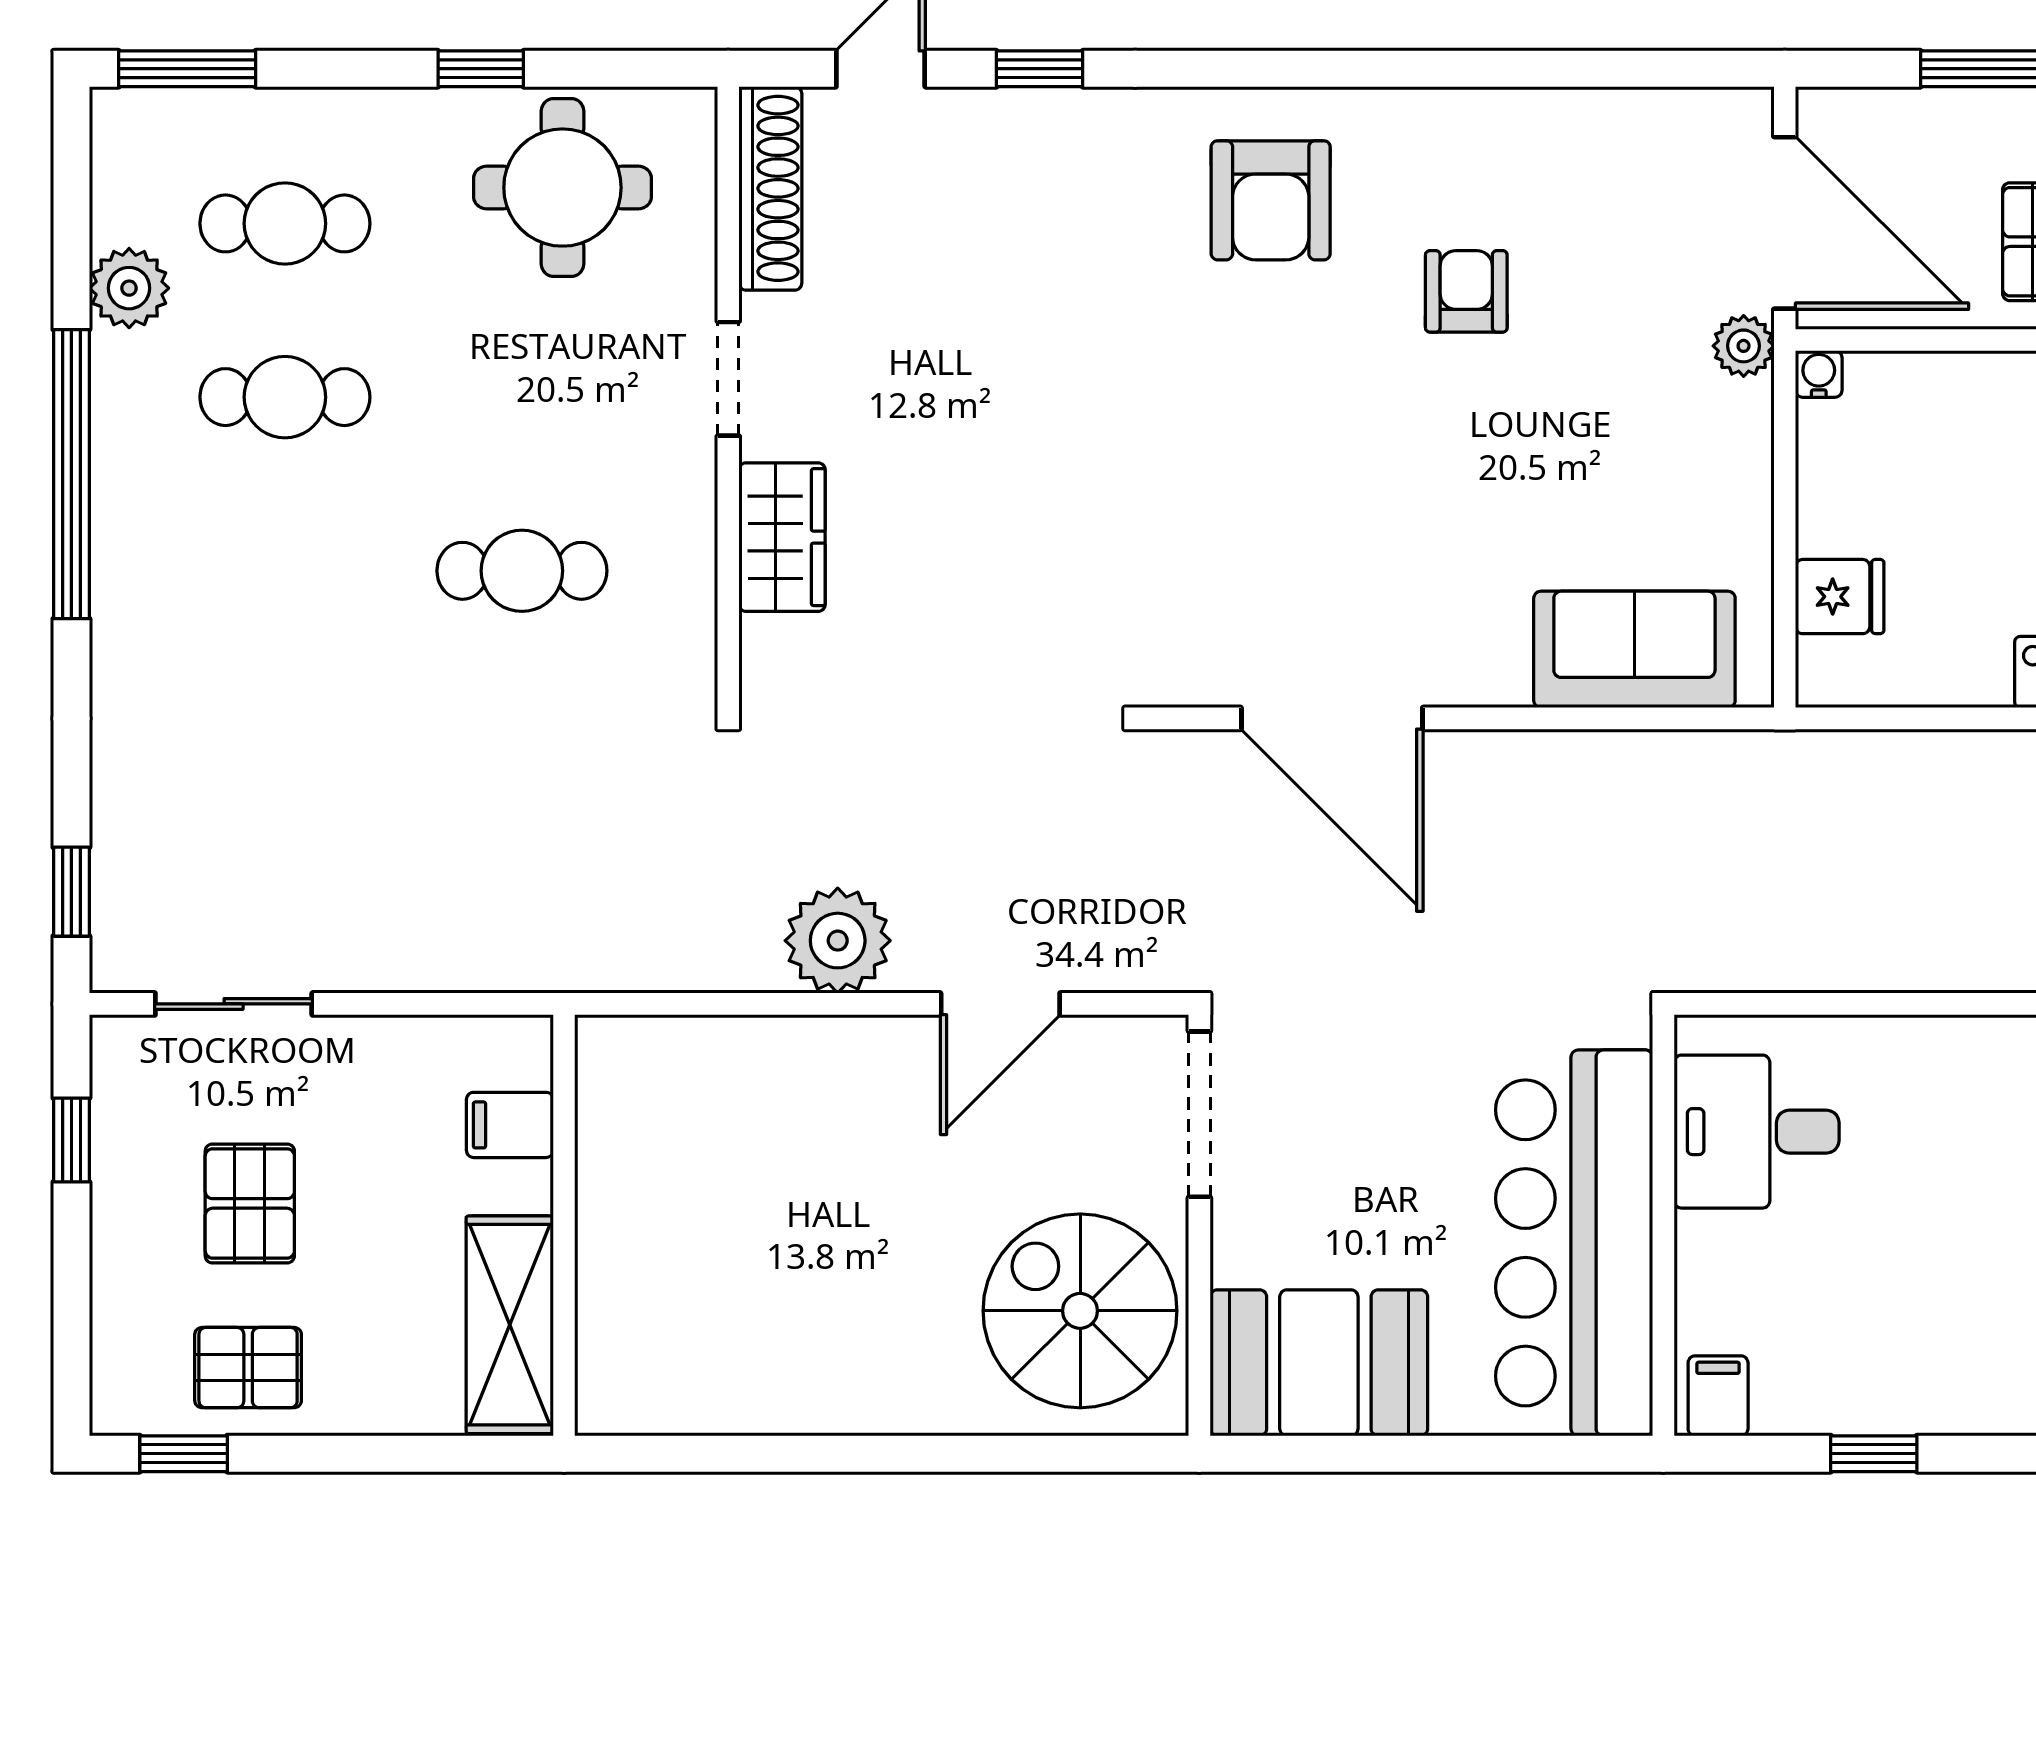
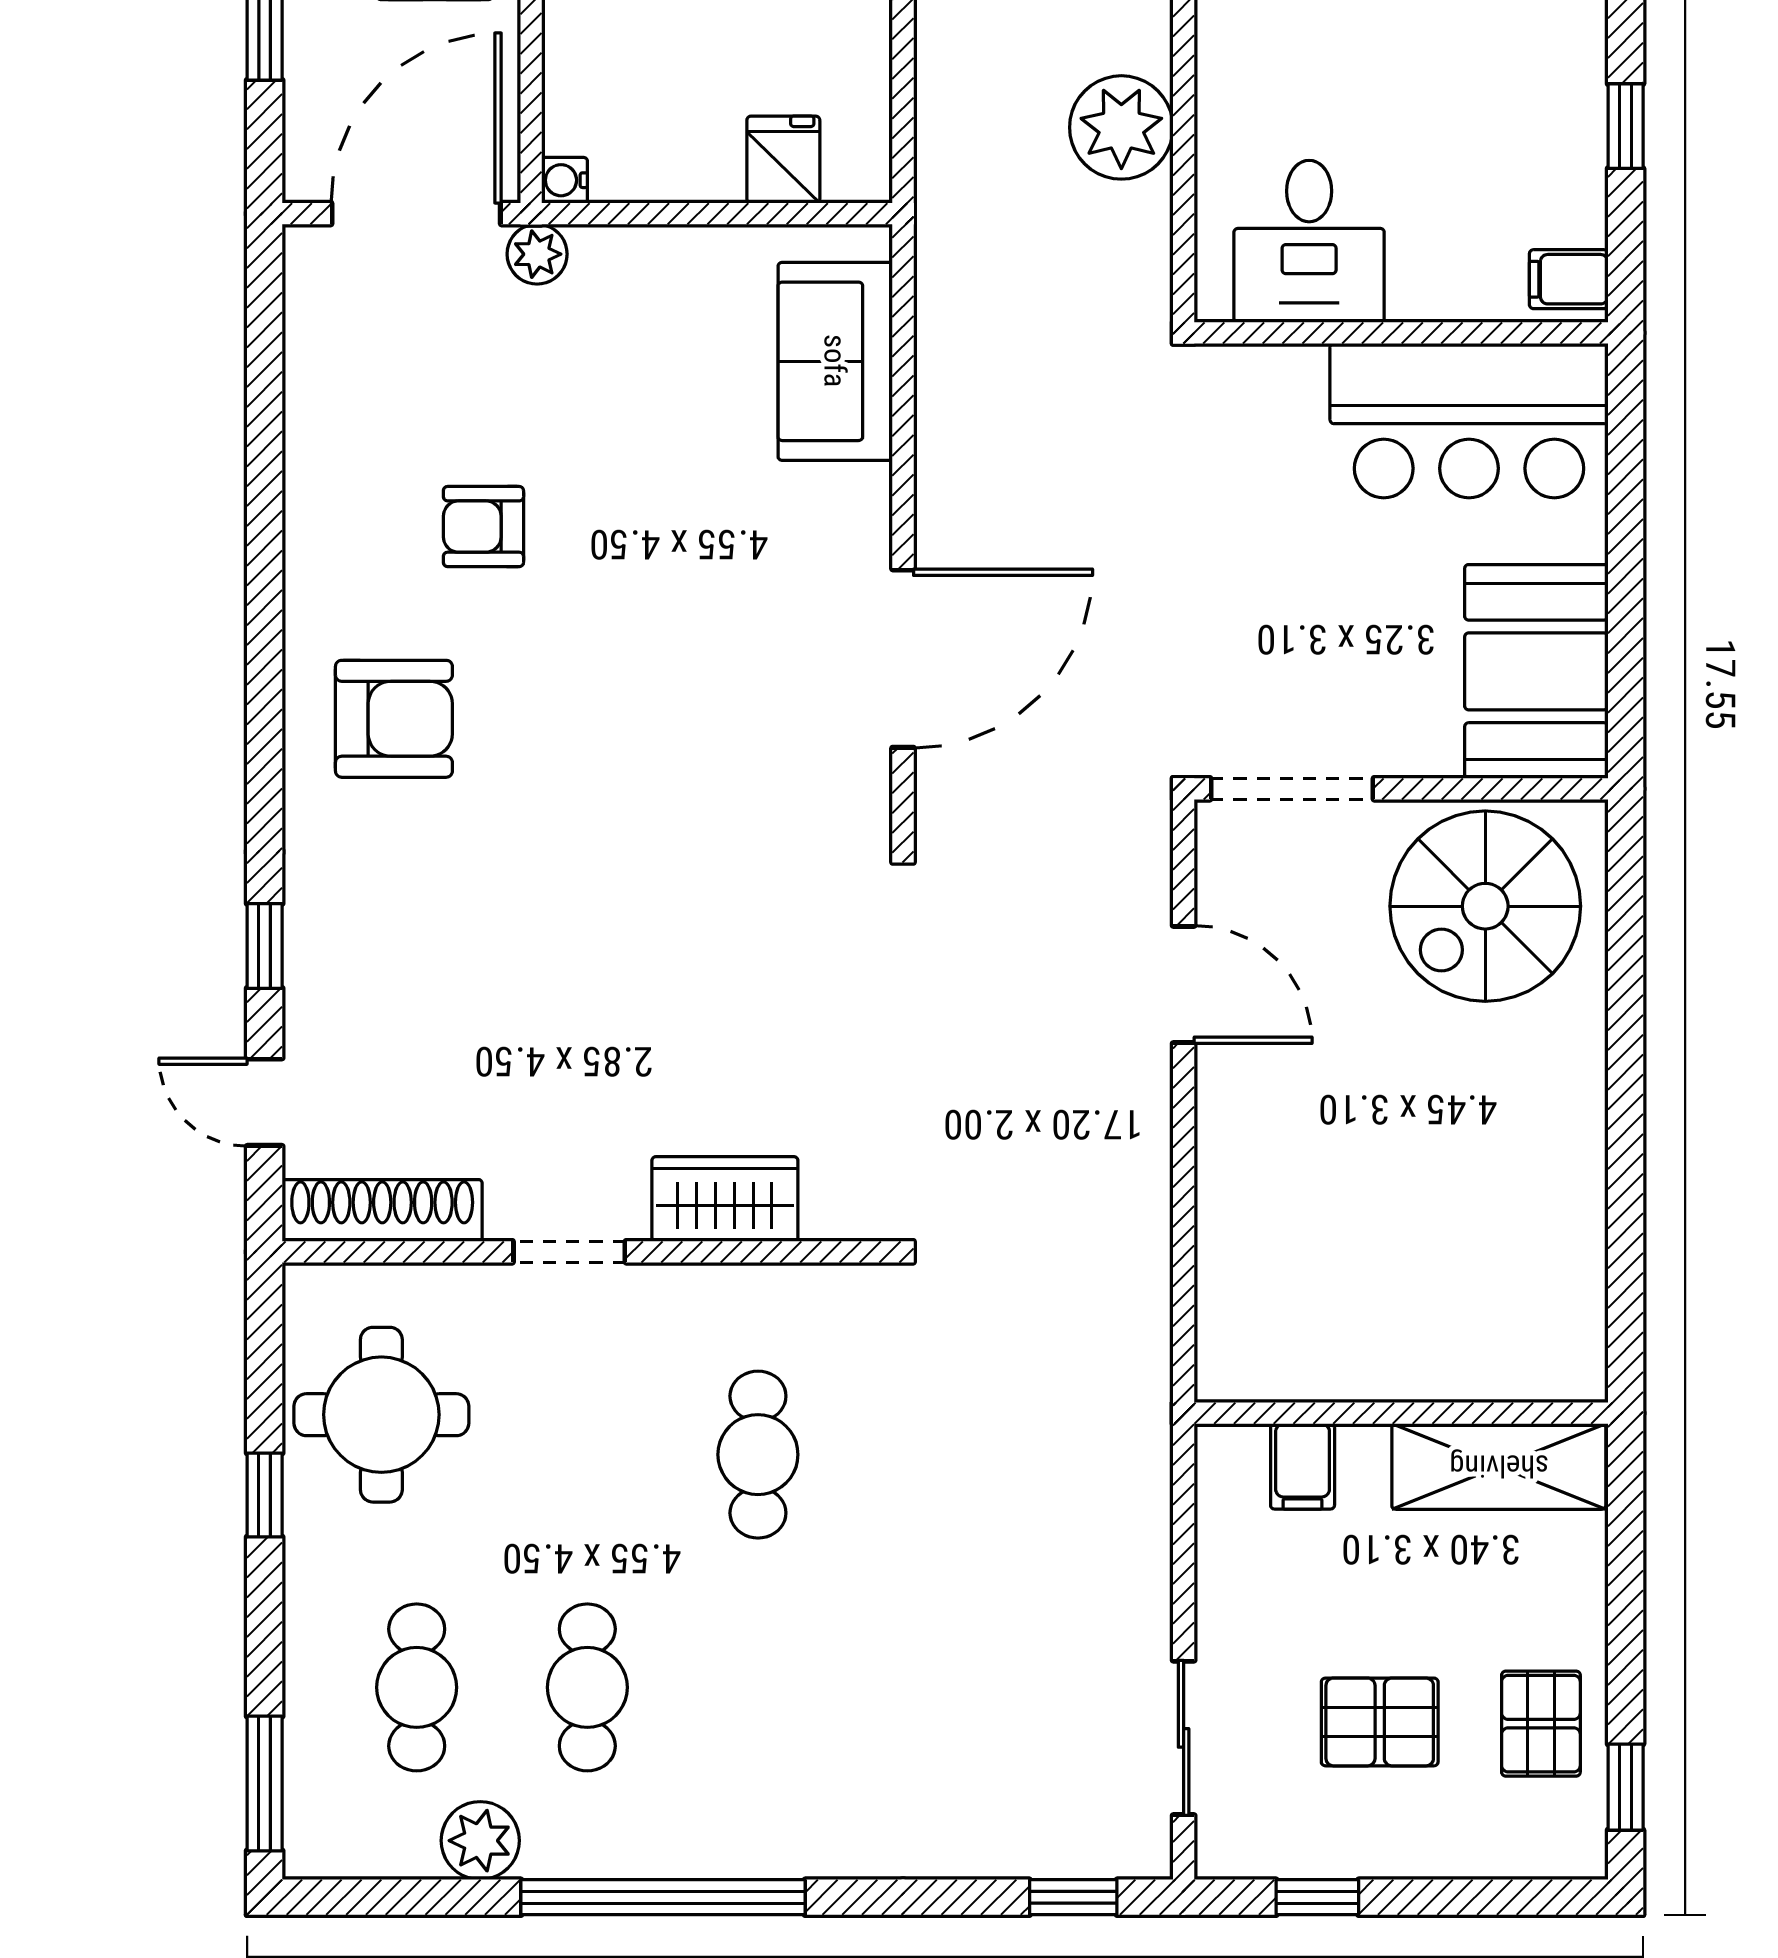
plant: (838, 941) -> (1121, 127), moved
bar counter: (1574, 1243) -> (1469, 421), width x0.73

